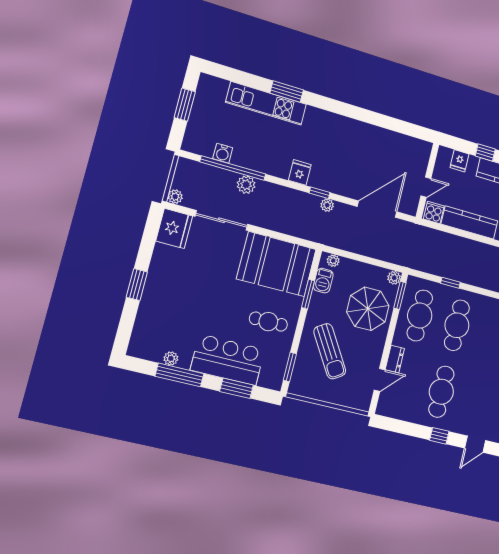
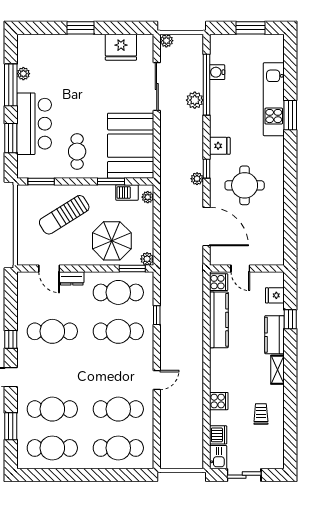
round table: (346, 159) -> (245, 185), added
fridge: (174, 229) -> (121, 47), moved

